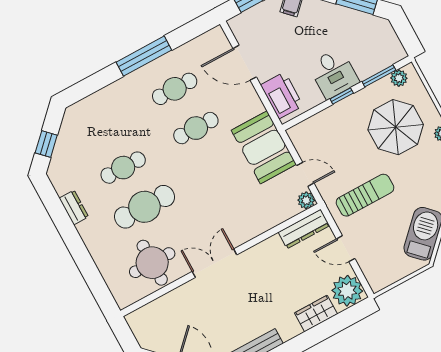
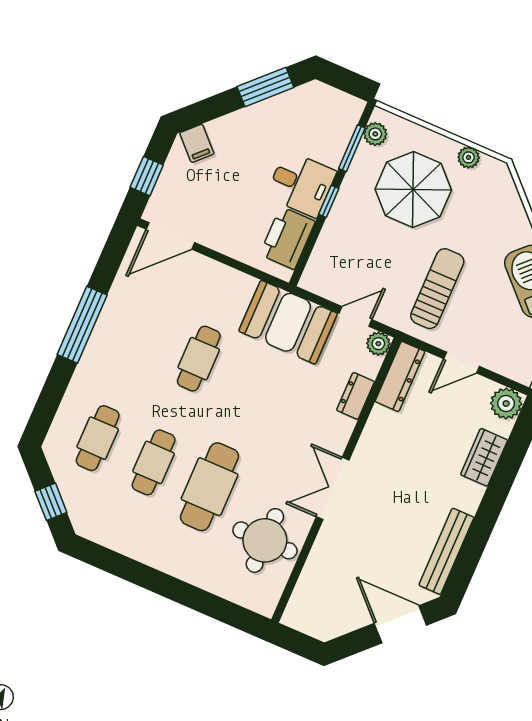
door: (245, 63) -> (170, 236), moved
cafe table: (175, 89) -> (98, 438), moved
printer: (282, 95) -> (287, 238), moved, turned -90
dresser: (74, 207) -> (356, 396), moved, turned -90
plant: (347, 291) -> (506, 403), width x0.73, depth x0.73

